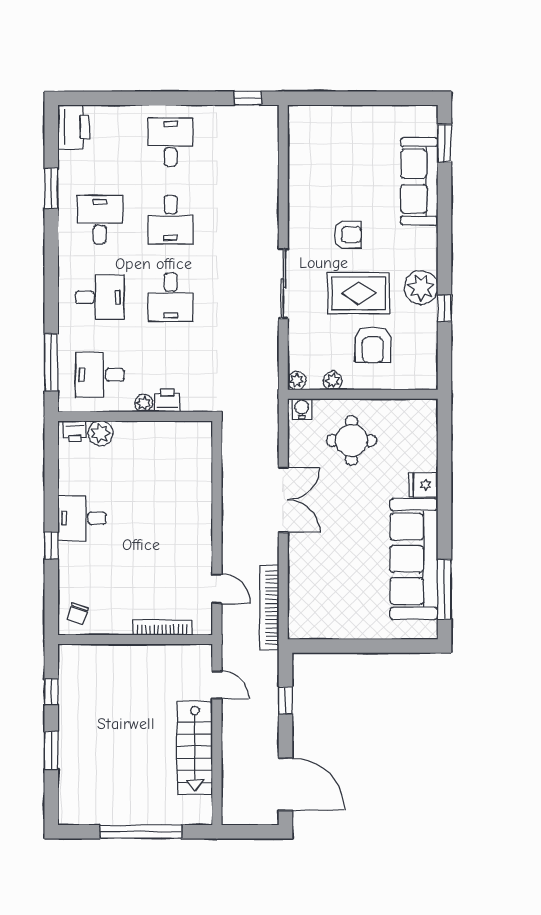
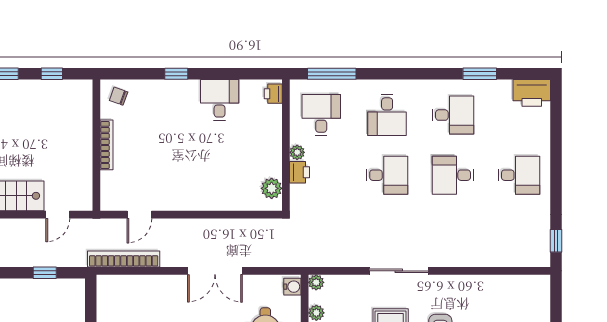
desk: (171, 297) -> (387, 175), turned 180
plant: (100, 433) -> (272, 188), moved
desk: (82, 518) -> (220, 100), moved
bookcase: (162, 628) -> (107, 145), moved

